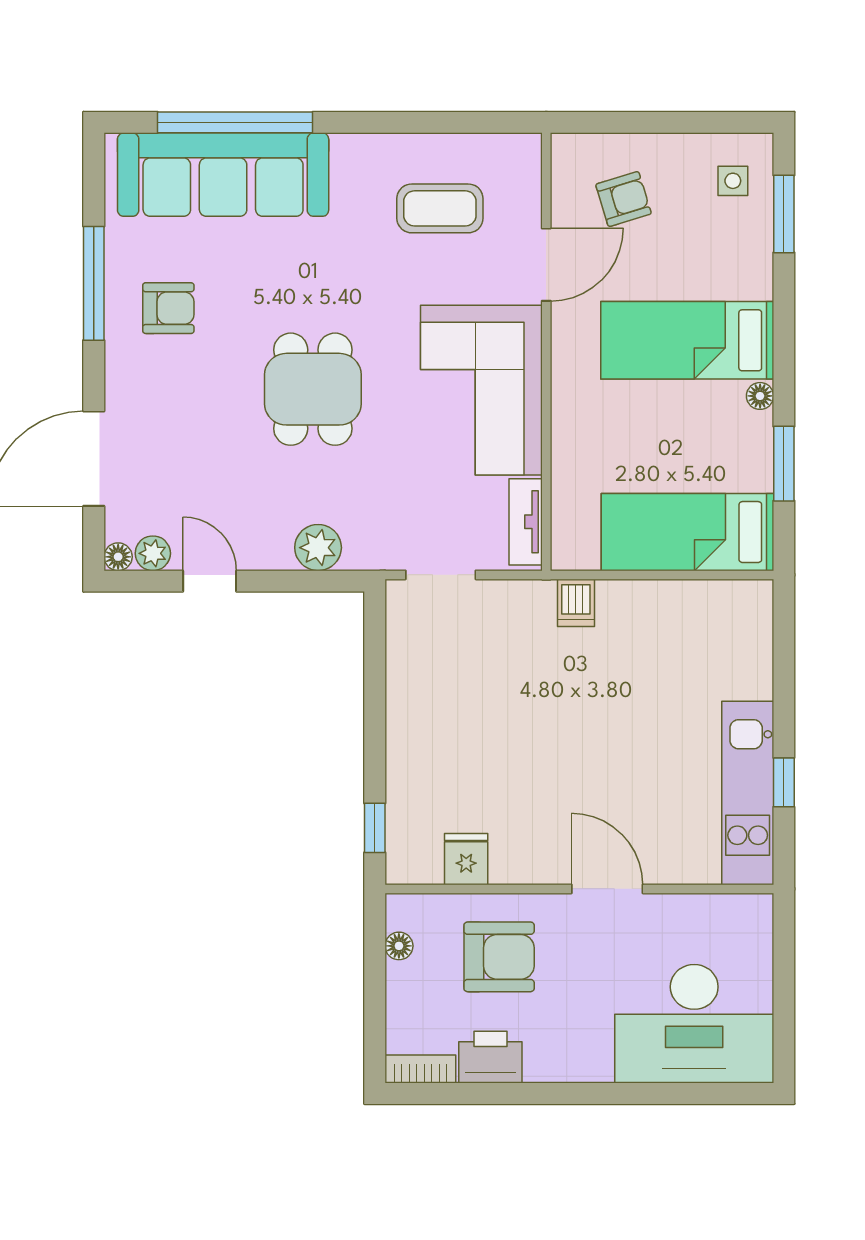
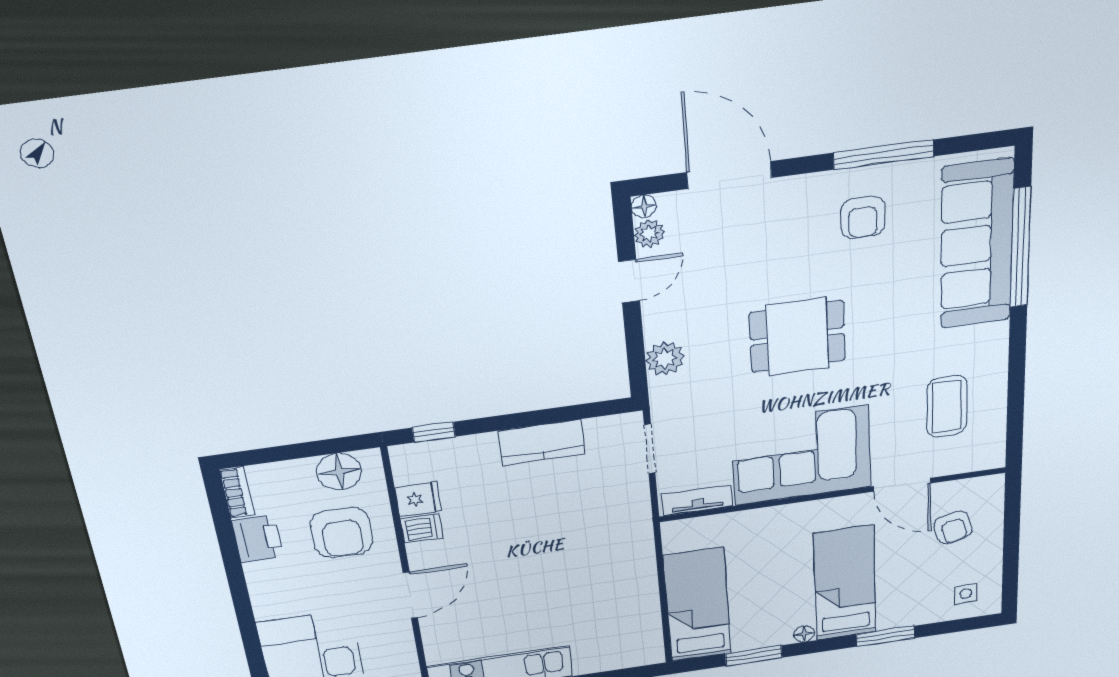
window: (784, 214) -> (885, 636), moved
dishwasher: (576, 603) -> (422, 528), moved, turned 180
kitchen counter: (410, 703) -> (542, 442), added
floor lamp: (399, 946) -> (339, 472), width x1.89, depth x1.89

